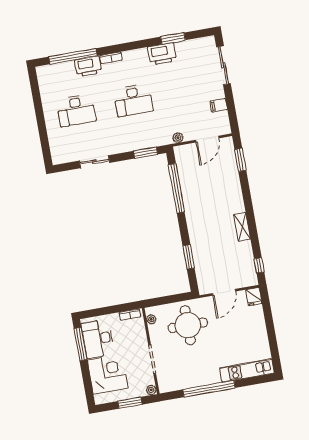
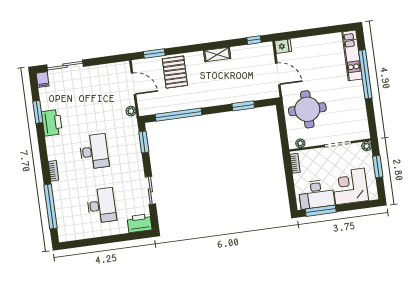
printer: (88, 66) -> (139, 223), moved, turned -90
filing cabinet: (219, 105) -> (43, 80), moved
pallet: (221, 183) -> (175, 72), added
window: (209, 389) -> (365, 74), moved

